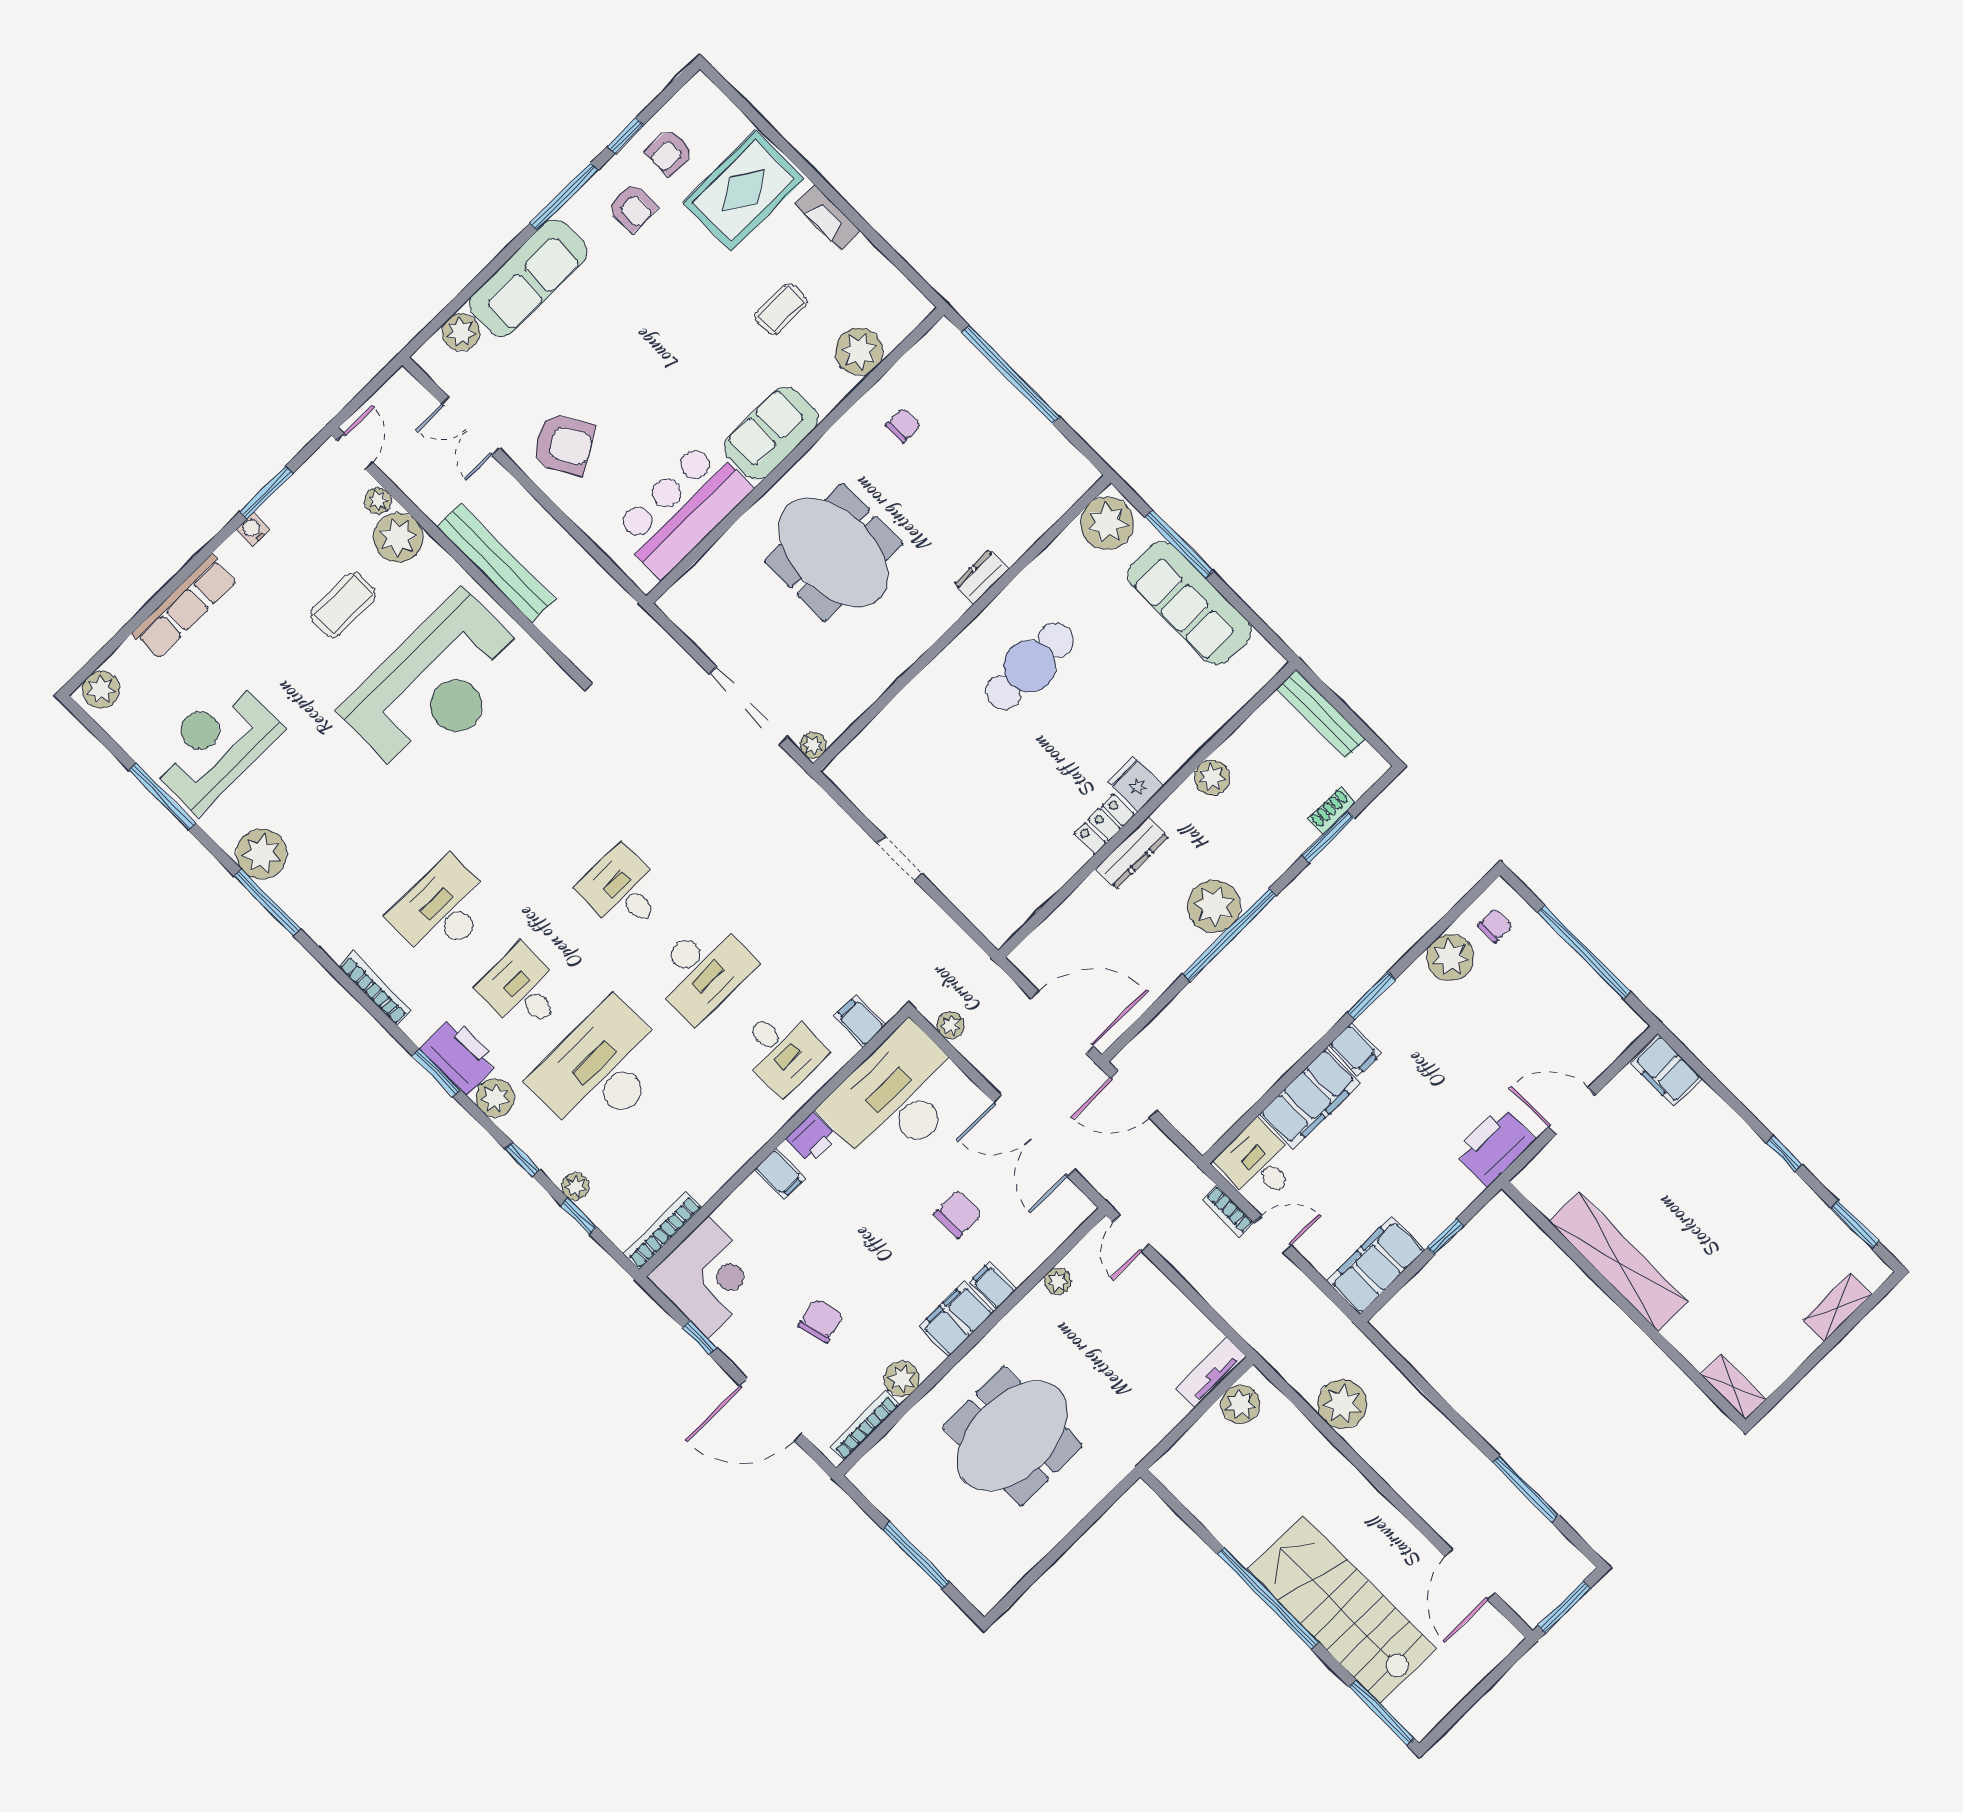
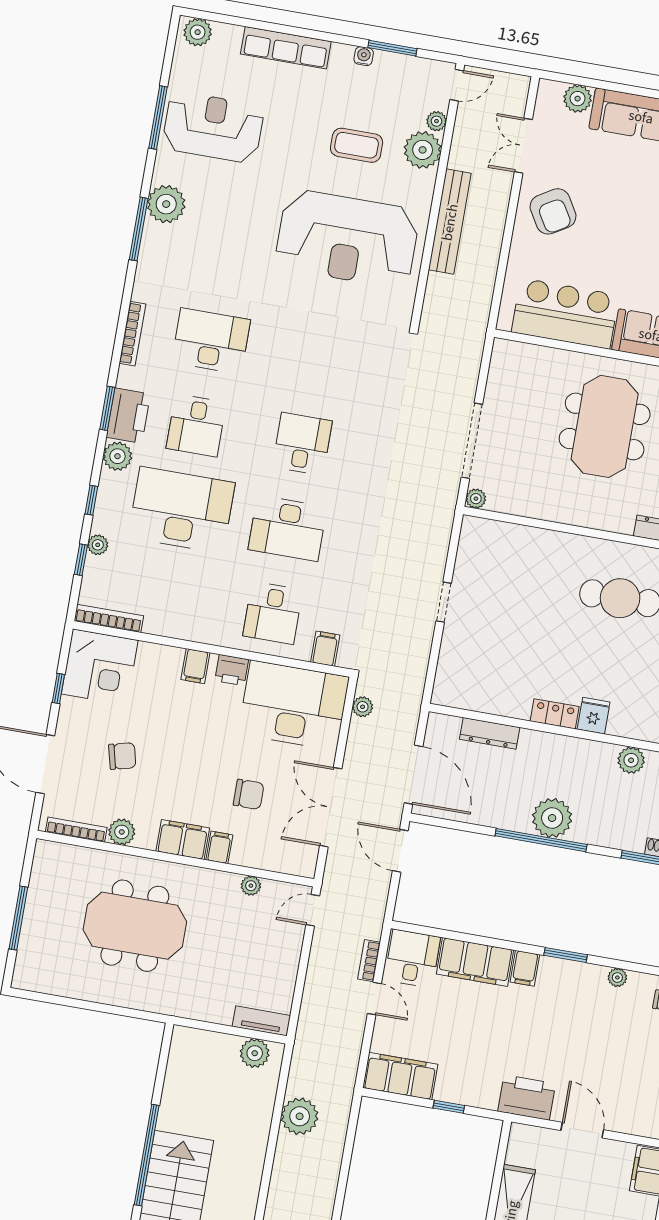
dresser: (1132, 853) -> (490, 733), moved
plant: (1450, 957) -> (617, 977), width x0.53, depth x0.53
desk: (522, 990) -> (196, 425), turned 180

